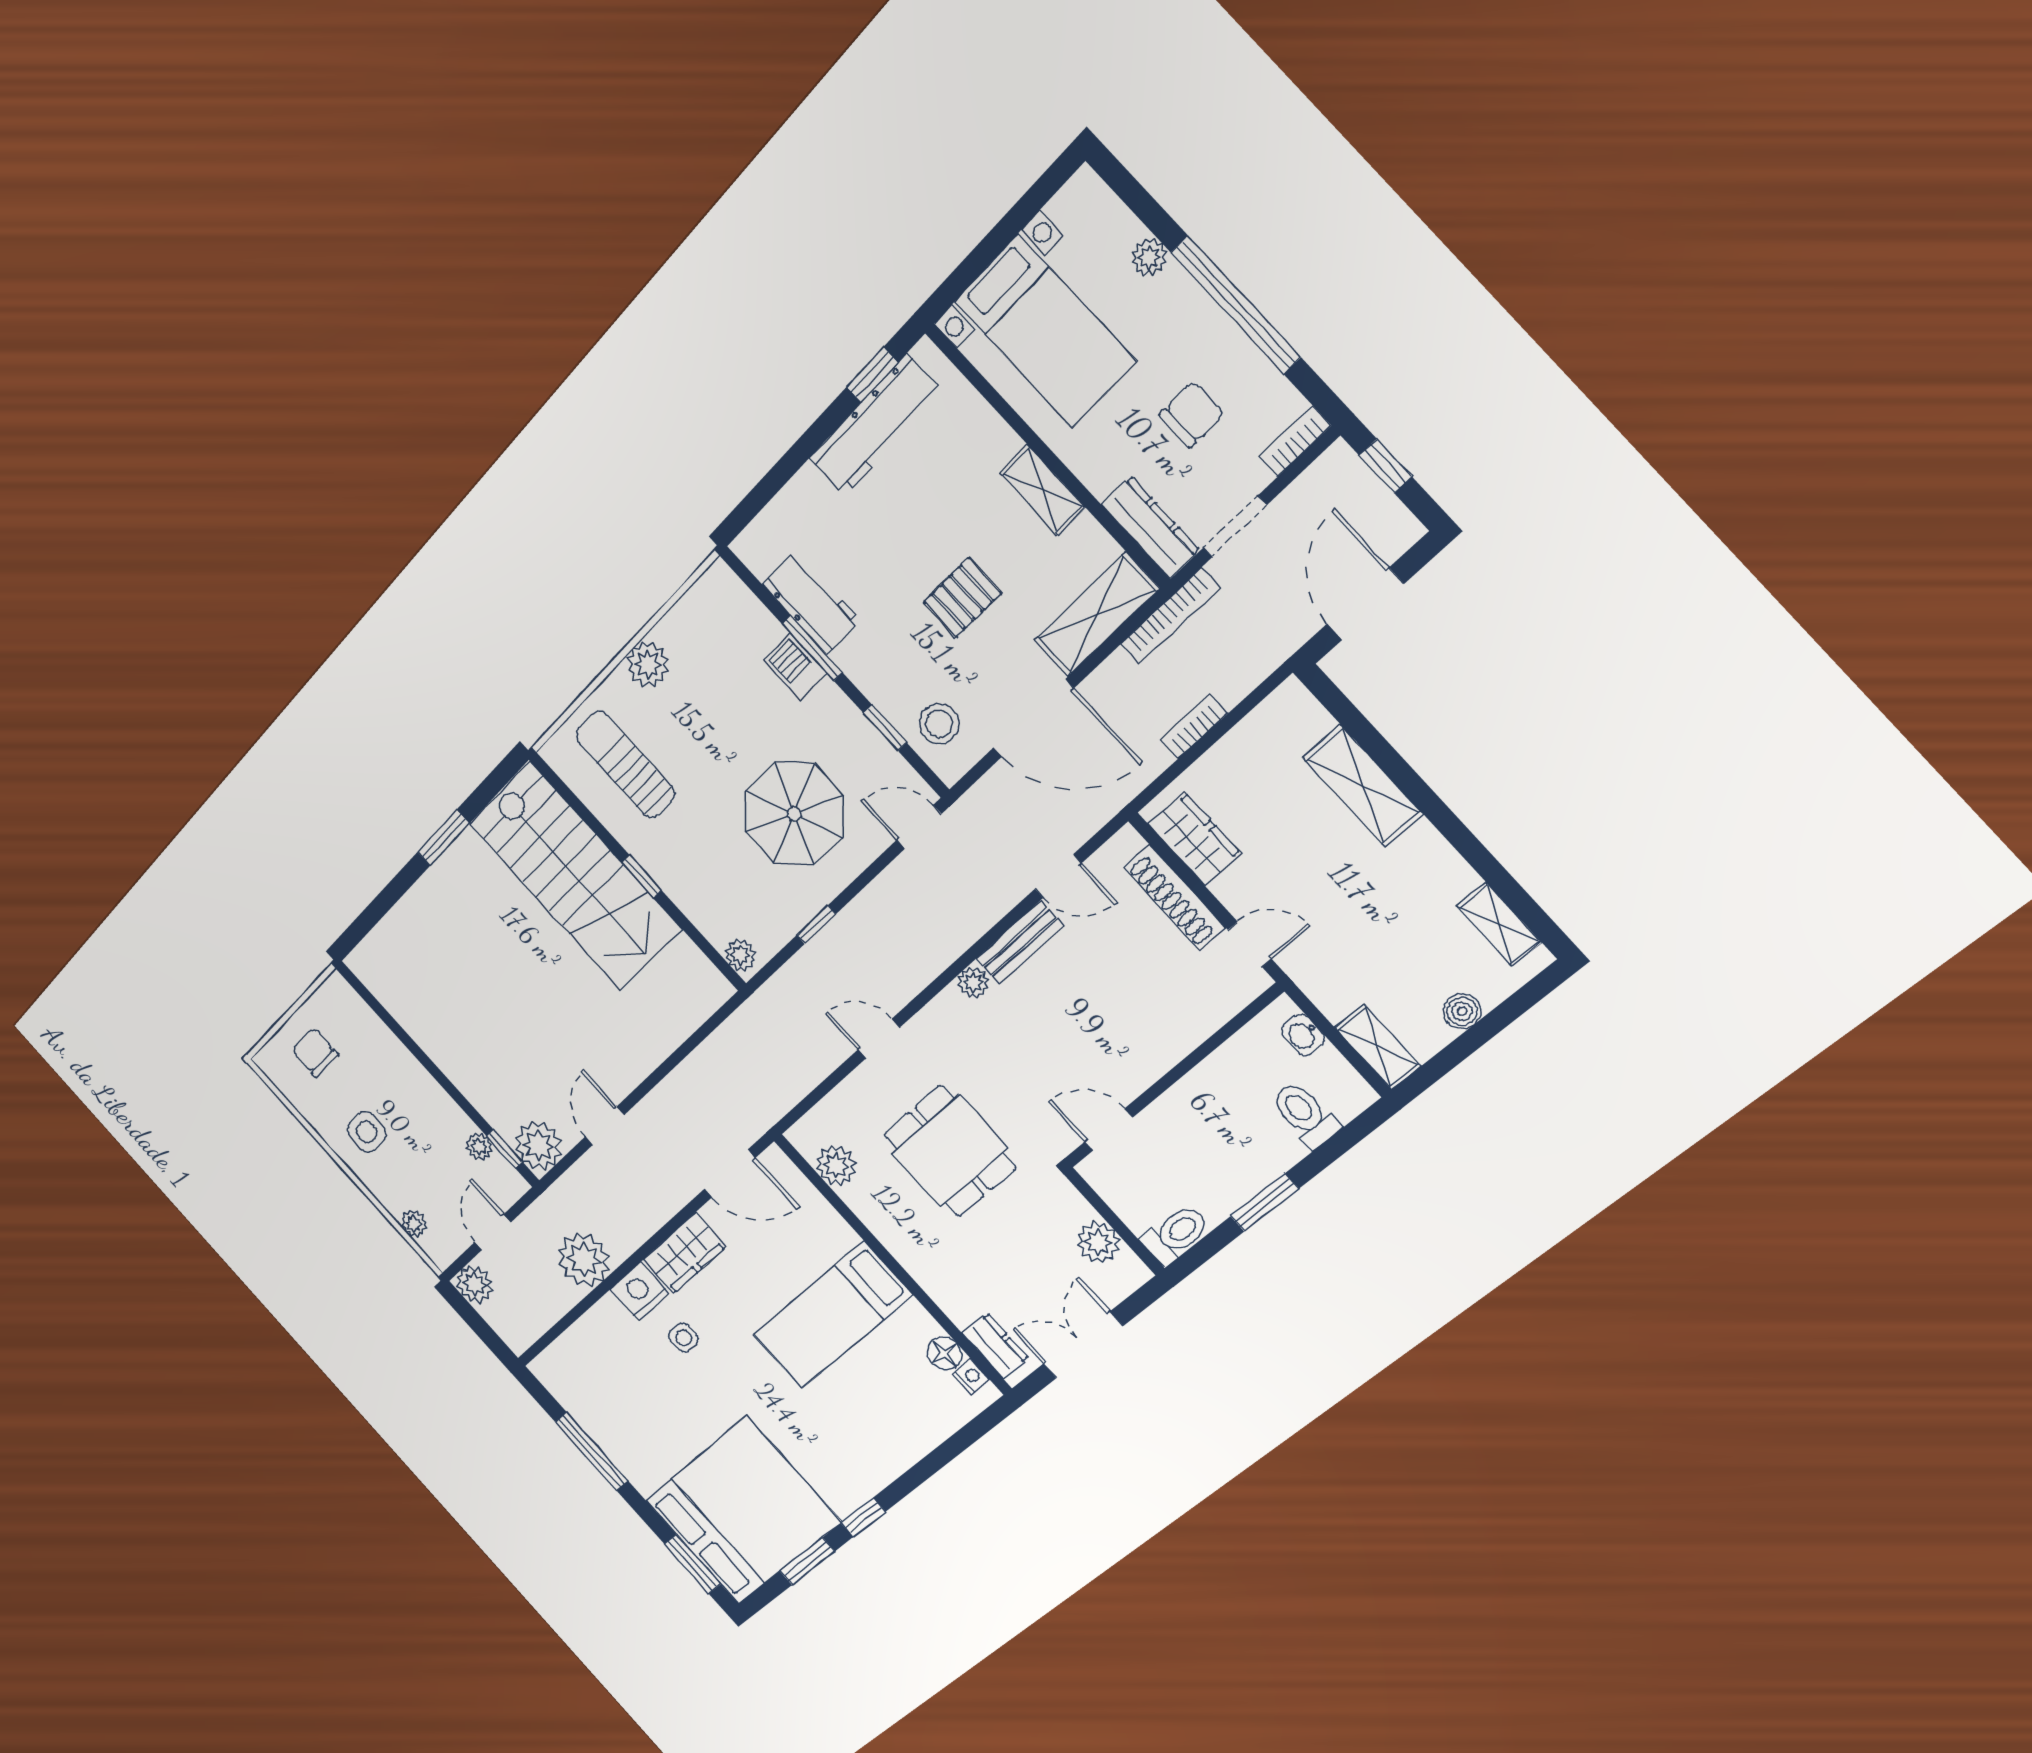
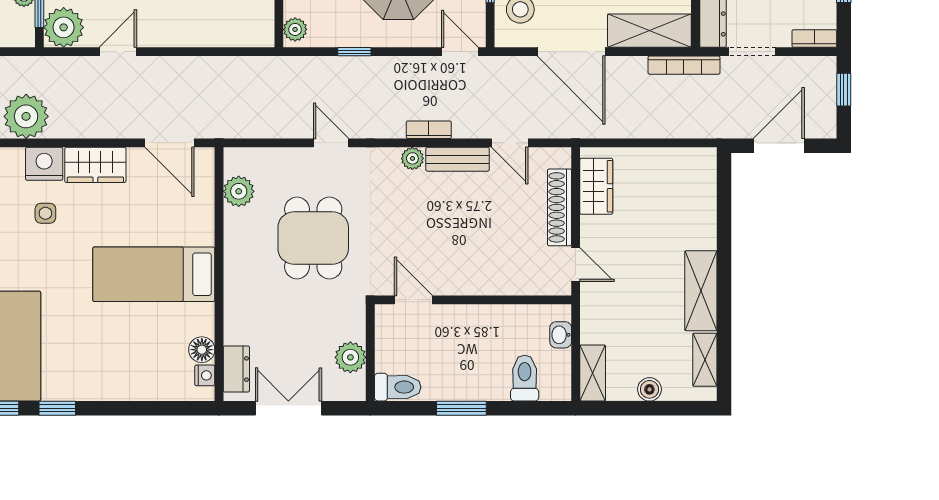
bookcase: (1194, 727) -> (429, 130), moved
shelving: (1363, 786) -> (701, 291), moved

